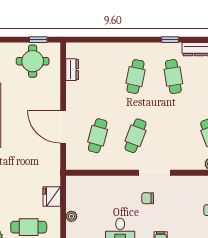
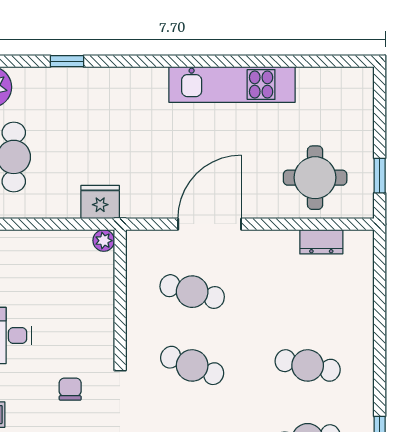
round table: (33, 61) -> (315, 178), moved
fridge: (52, 196) -> (100, 202), moved
plant: (71, 216) -> (104, 241), moved

